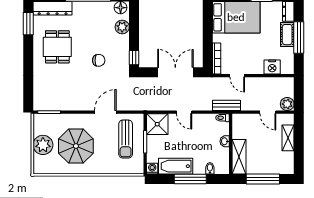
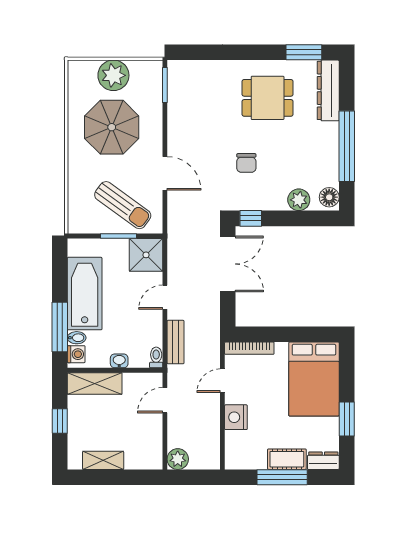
nightstand: (272, 67) -> (236, 417), moved
double door: (175, 72) -> (228, 264), moved
bench: (227, 105) -> (176, 342), moved
door: (268, 112) -> (165, 400), moved
shelving: (288, 138) -> (103, 460), moved
sun lounger: (126, 139) -> (123, 205), turned -144
bathtub: (176, 166) -> (85, 294), width x1.36, depth x1.36
washing machine: (152, 169) -> (76, 354), moved
window: (190, 179) -> (60, 327), moved
window: (263, 179) -> (60, 421), width x0.46

